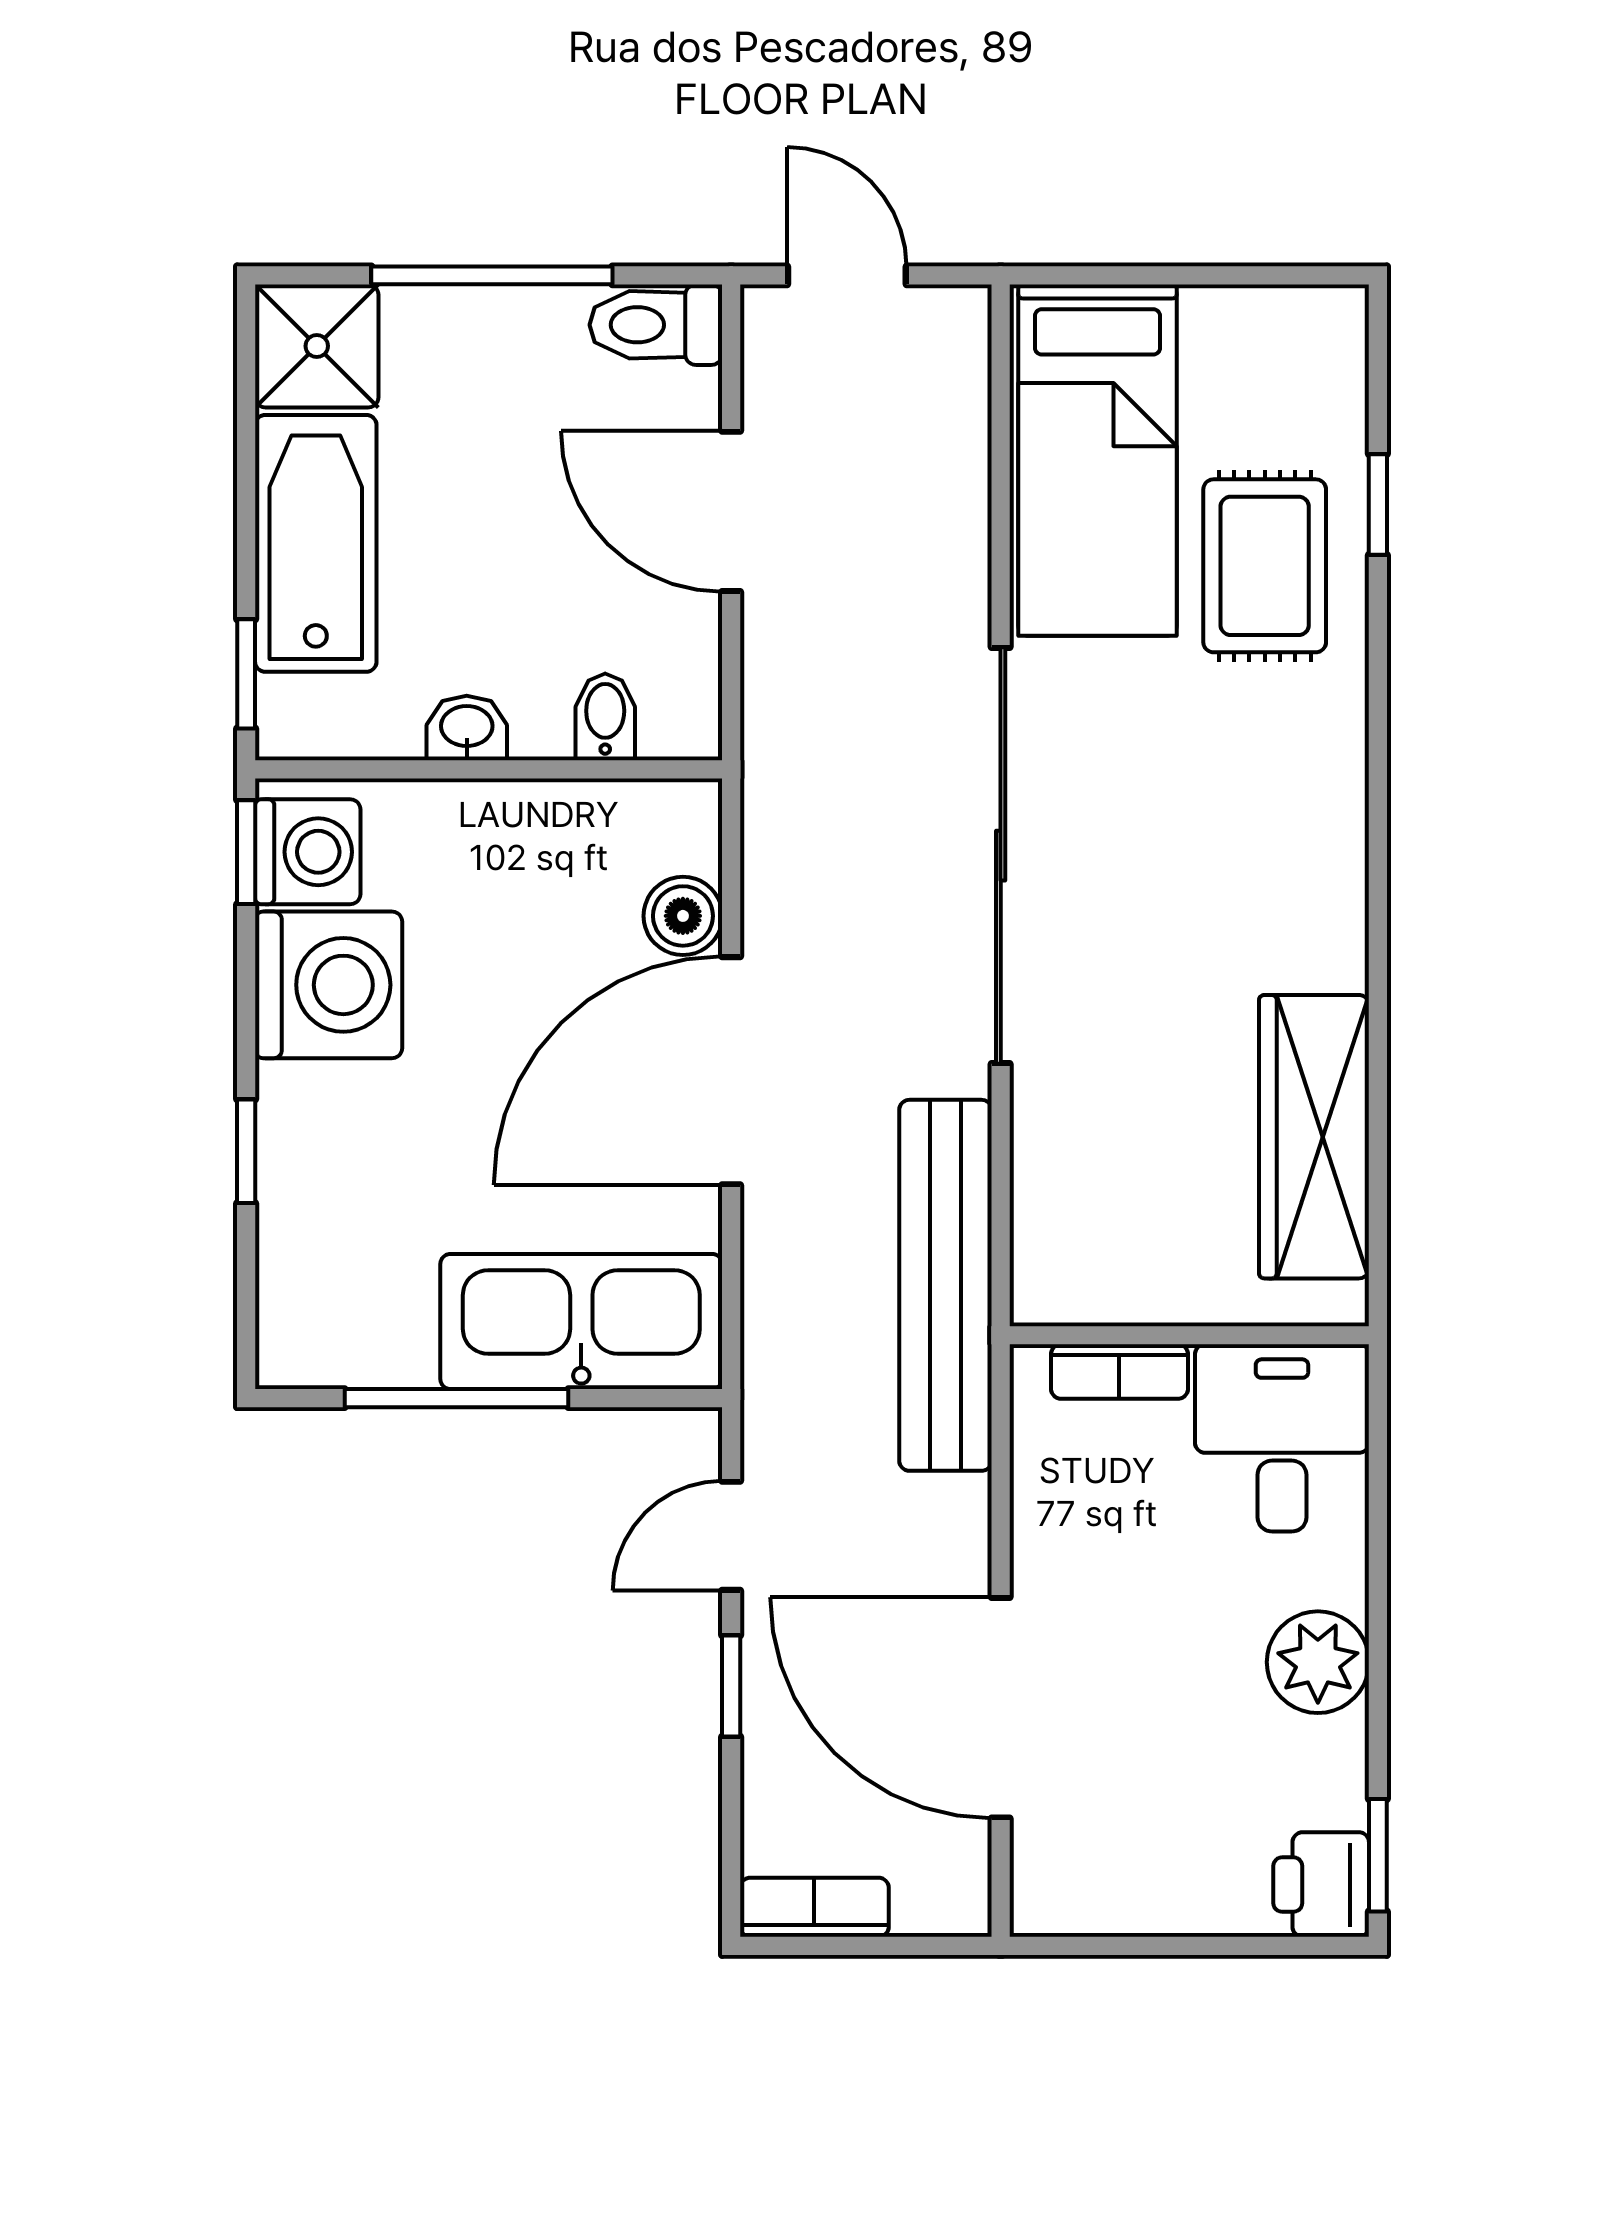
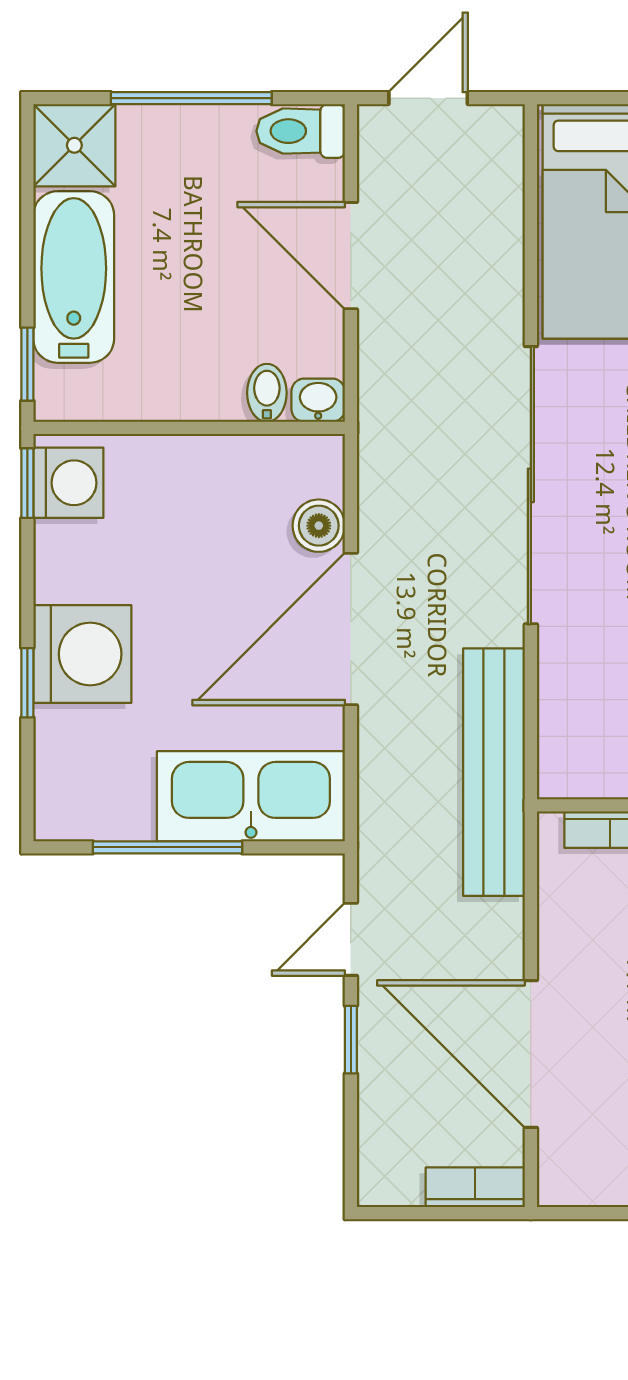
door: (847, 275) -> (428, 98), hinge flipped
washbasin: (467, 728) -> (318, 400), moved
washing machine: (329, 985) -> (82, 654), moved
bookcase: (814, 1907) -> (475, 1187), moved

